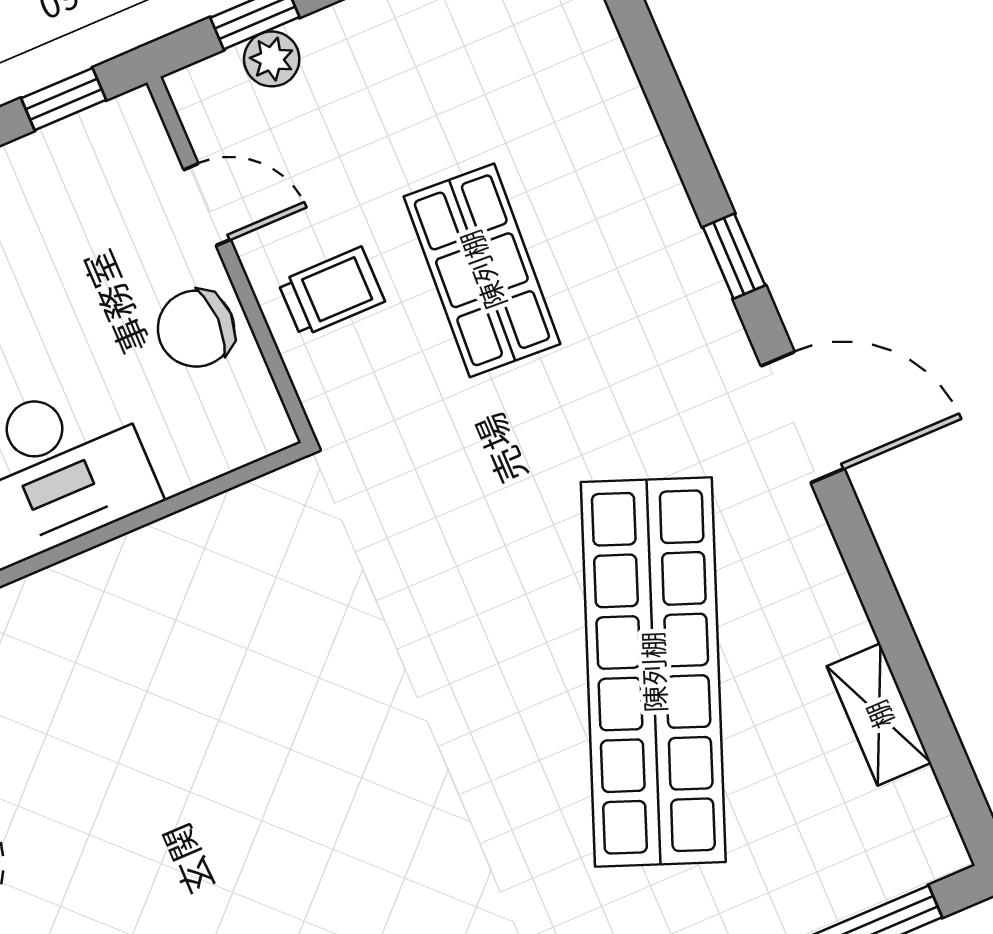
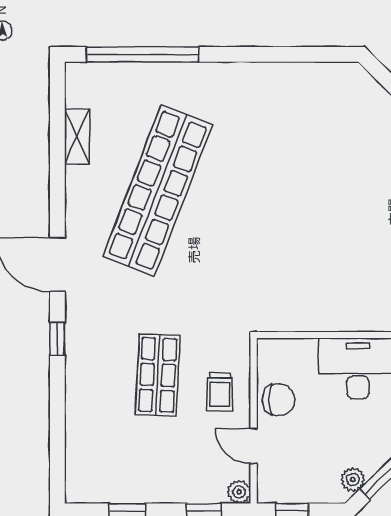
plant: (272, 59) -> (239, 492), moved
trolley: (331, 292) -> (220, 392), turned -90

